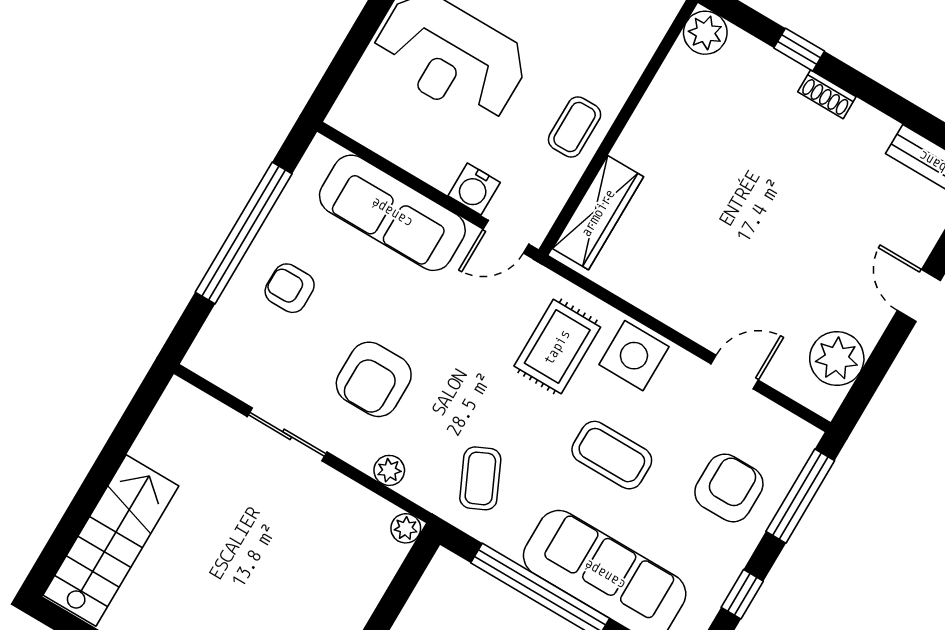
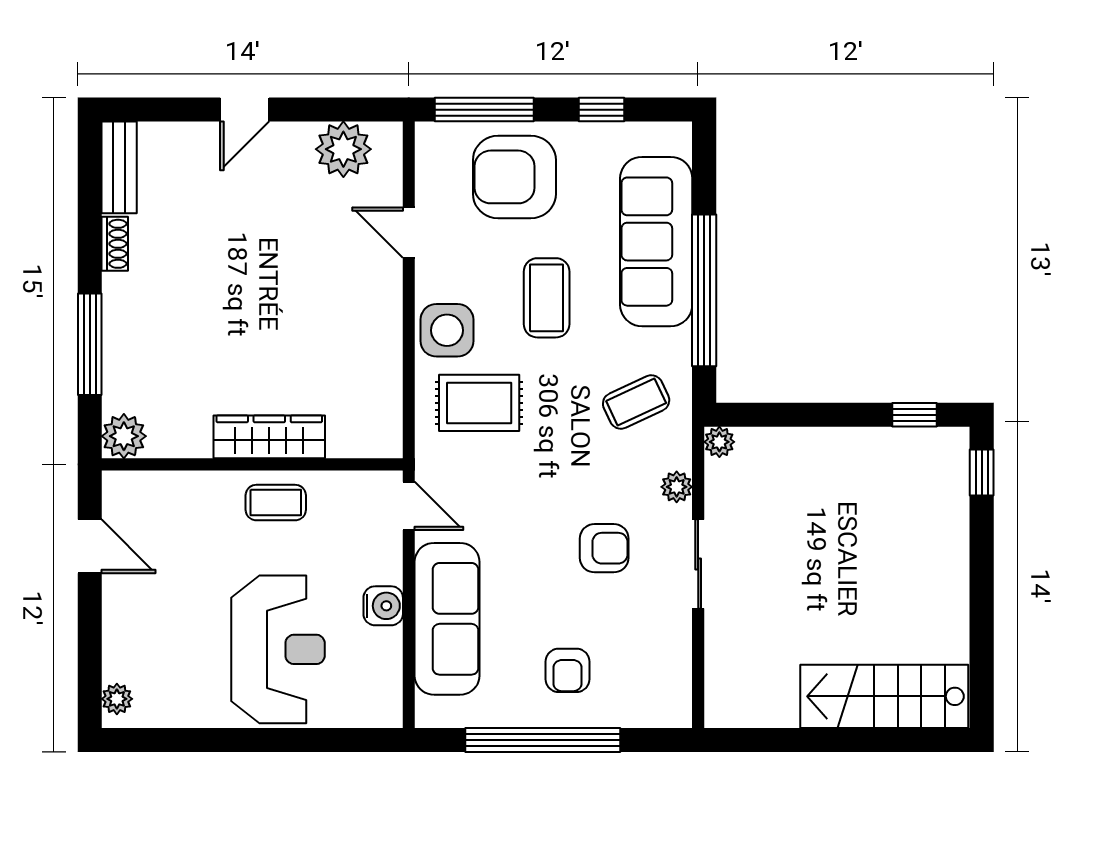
window: (799, 50) -> (90, 344), width x2.17
shoe rack: (827, 94) -> (115, 244), moved
water cooler: (474, 189) -> (383, 606), moved
wardrobe: (598, 213) -> (269, 437), moved
armchair: (374, 379) -> (604, 548), width x0.72, depth x0.72
sliding door: (287, 434) -> (698, 564), moved
armchair: (729, 488) -> (514, 177), width x1.36, depth x1.36

